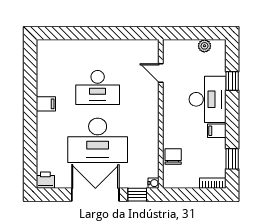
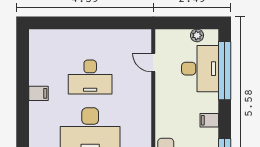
window: (232, 81) -> (225, 71), width x3.17
desk: (208, 99) -> (200, 69), moved

